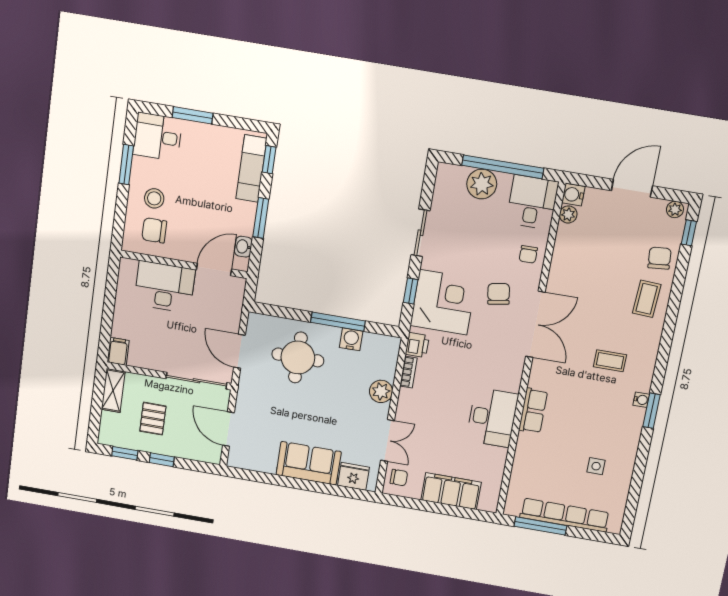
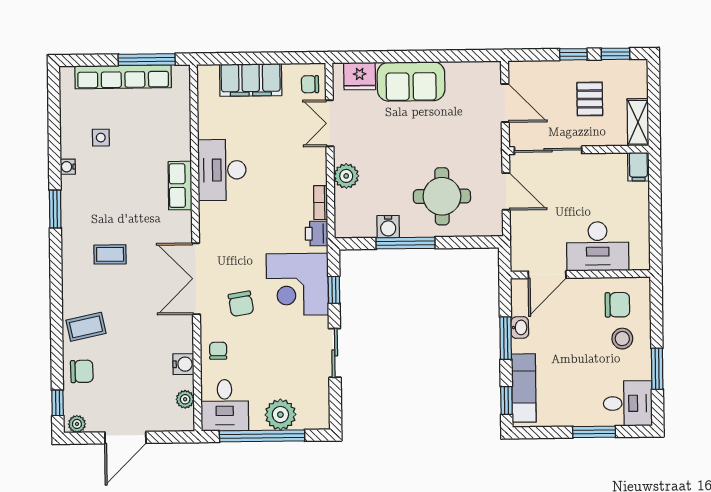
water cooler: (573, 195) -> (183, 364), moved
washbasin: (243, 247) -> (520, 327), moved
chair: (660, 258) -> (82, 371), turned -86
coffee table: (647, 299) -> (86, 327), turned 75
water cooler: (641, 400) -> (68, 167), moved

